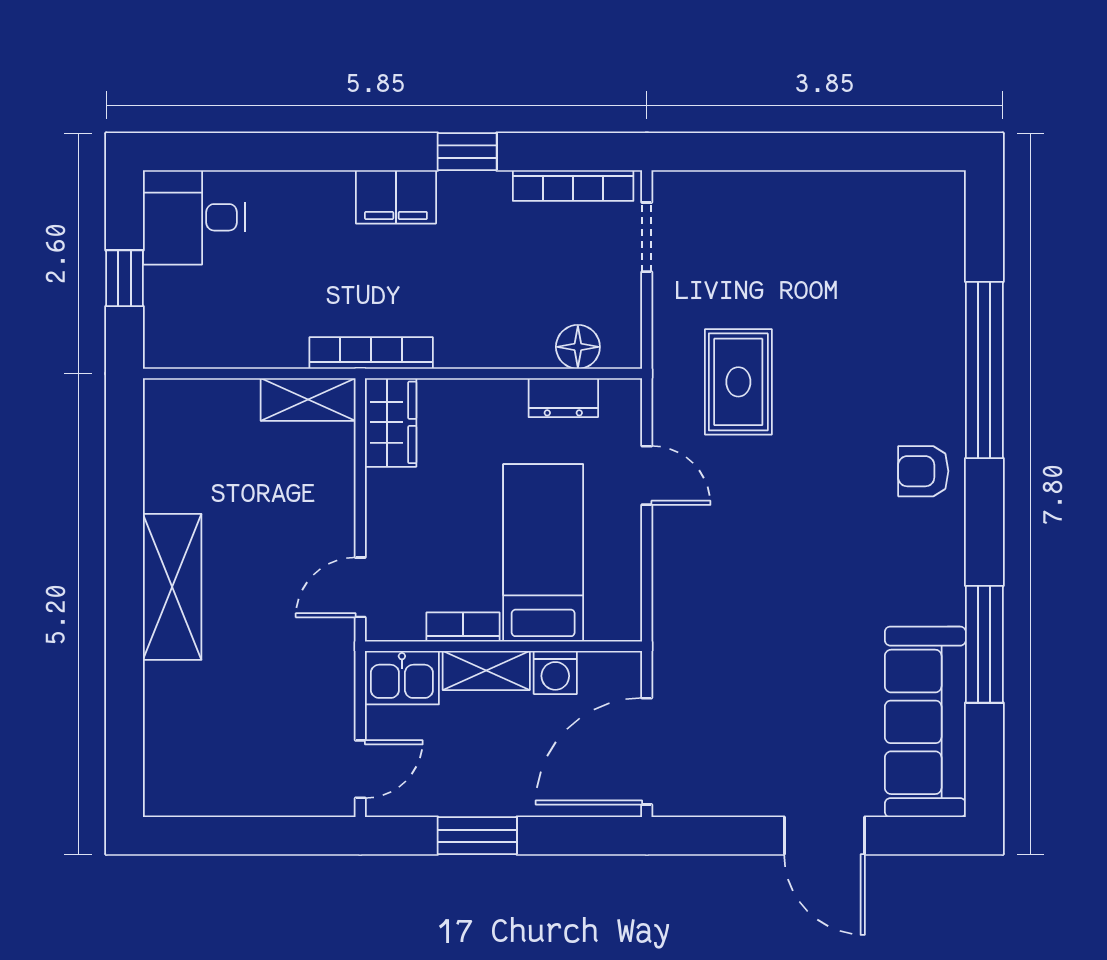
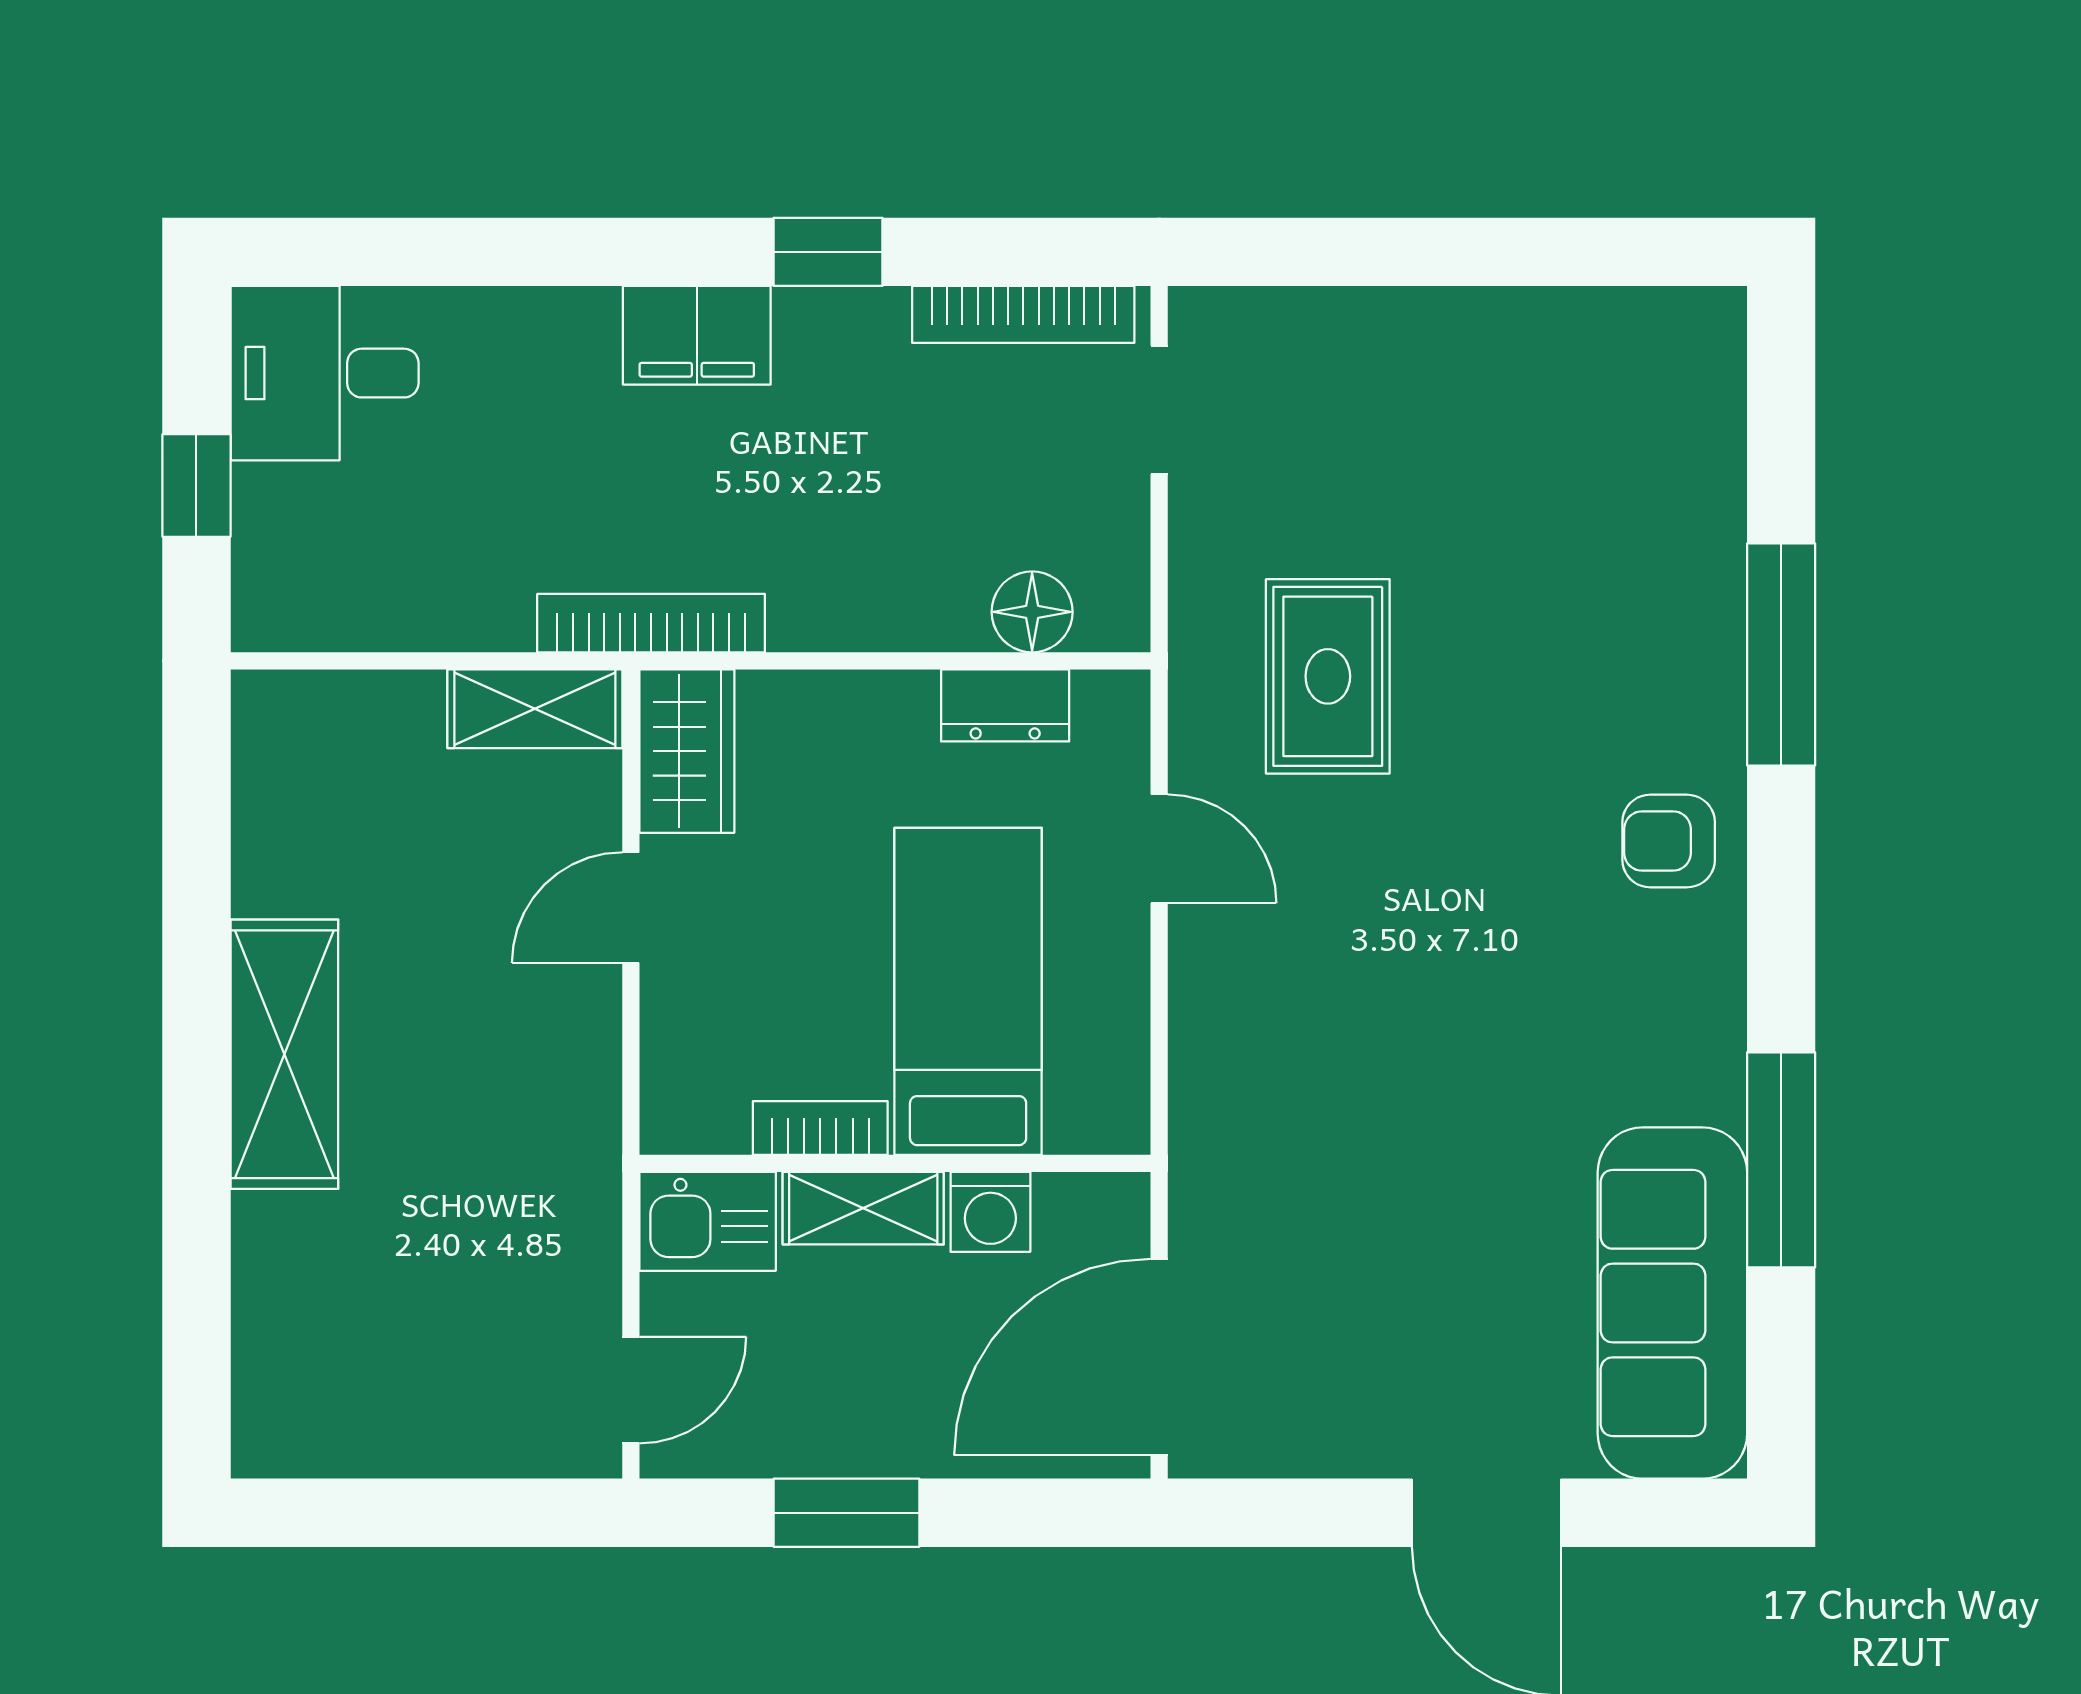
window: (984, 370) -> (1781, 654), width x0.68
door: (360, 587) -> (631, 908), moved

